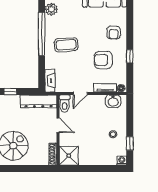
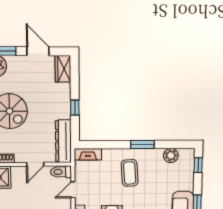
window: (42, 34) -> (142, 144), width x0.47
door: (80, 93) -> (73, 190), hinge flipped

